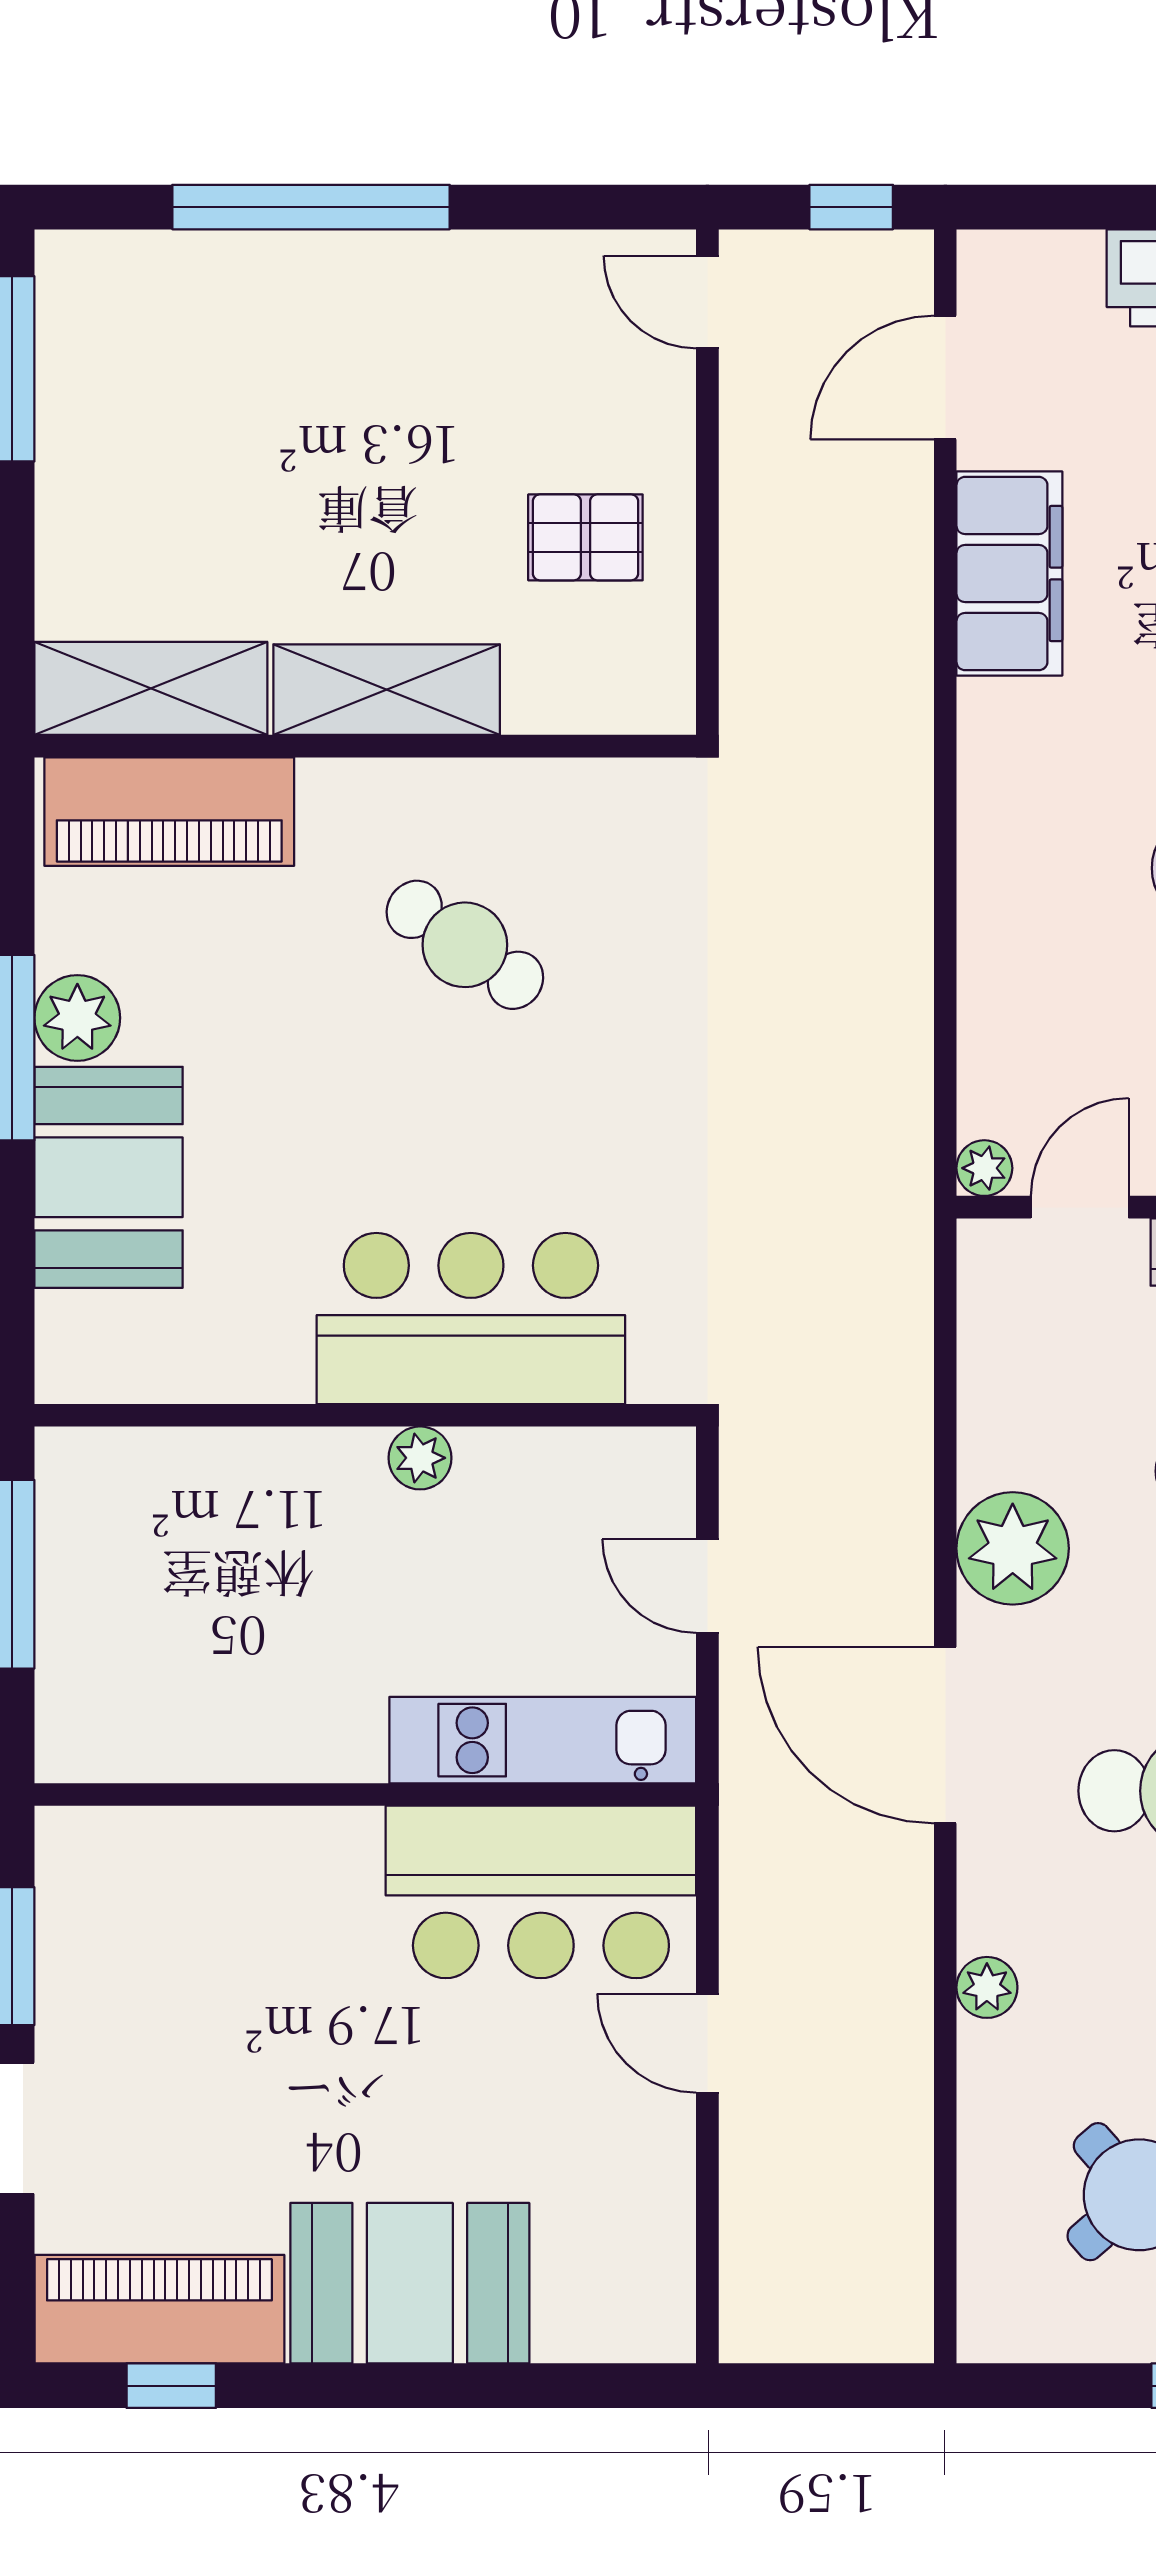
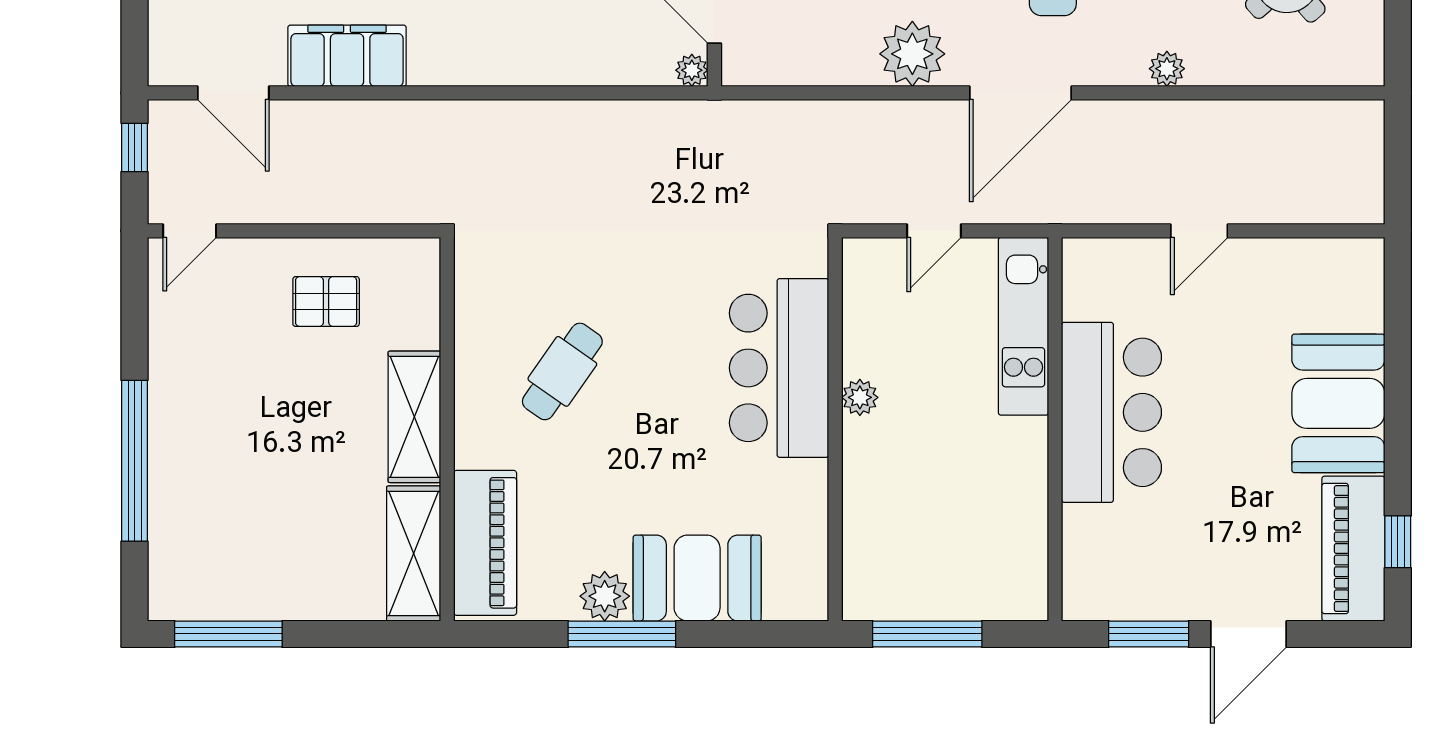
pallet: (585, 537) -> (326, 302), turned 90
bar counter: (541, 1892) -> (1111, 412), moved

